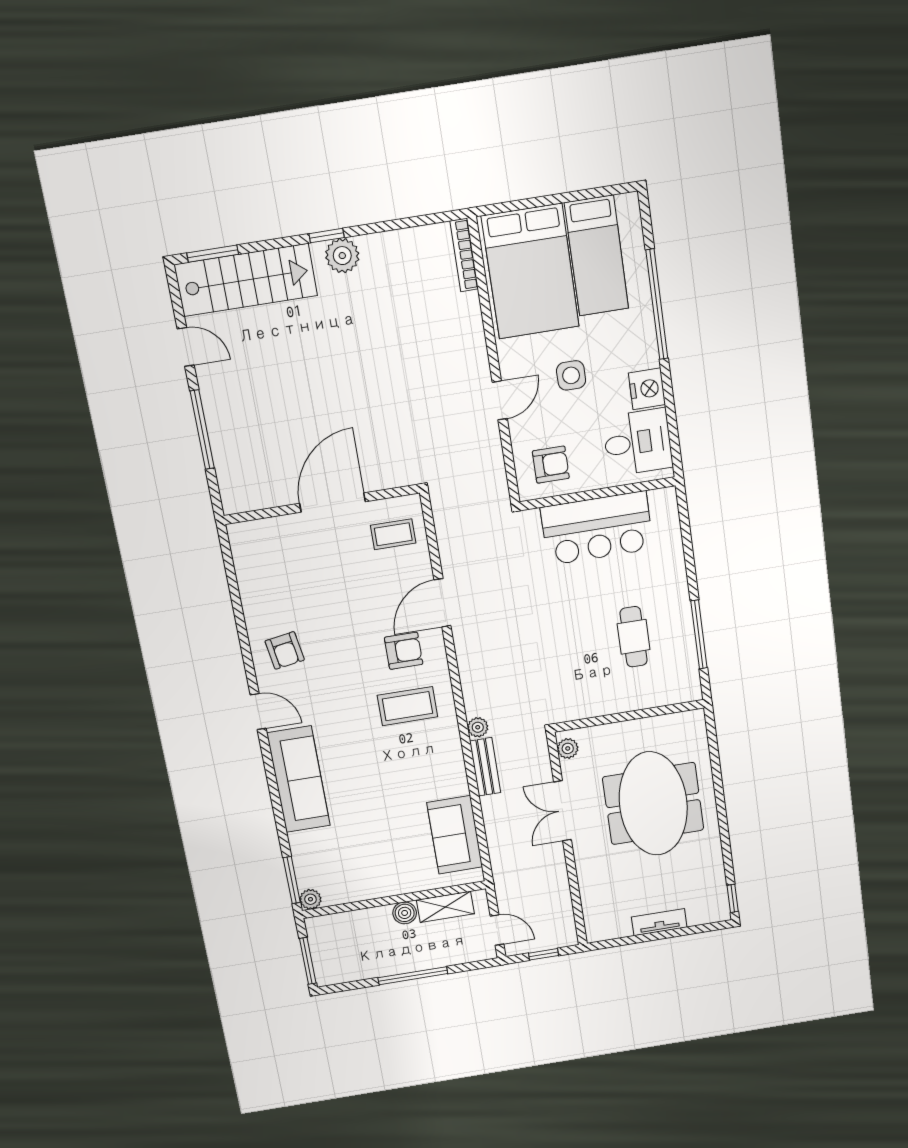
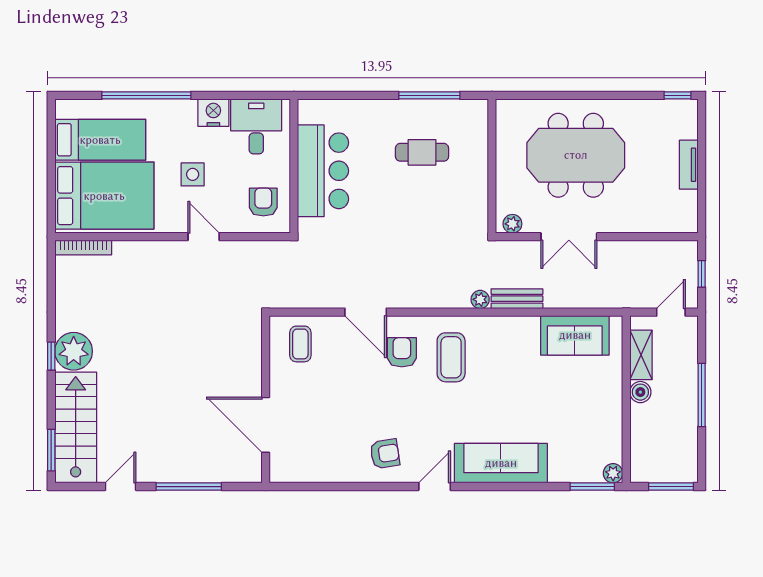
plant: (342, 256) -> (74, 351), width x1.36, depth x1.36
door: (332, 503) -> (266, 425), moved

